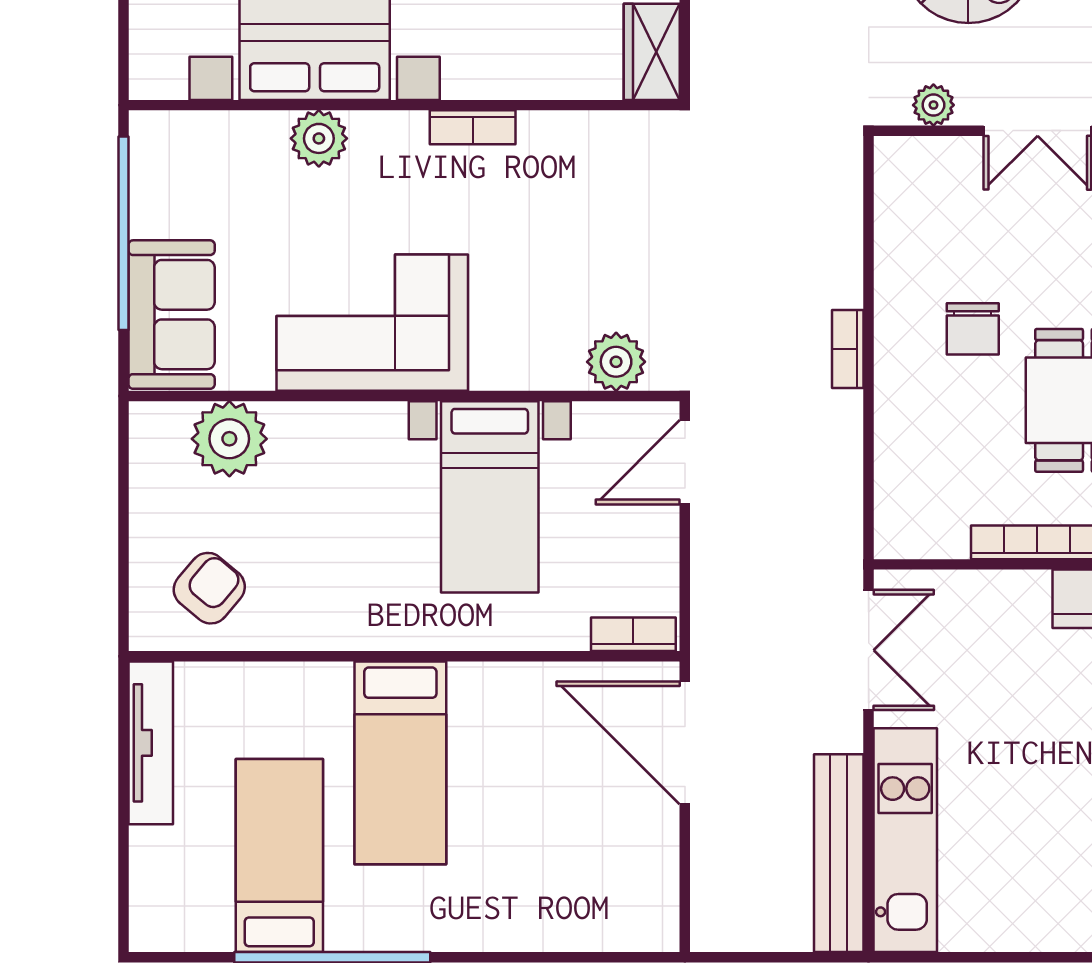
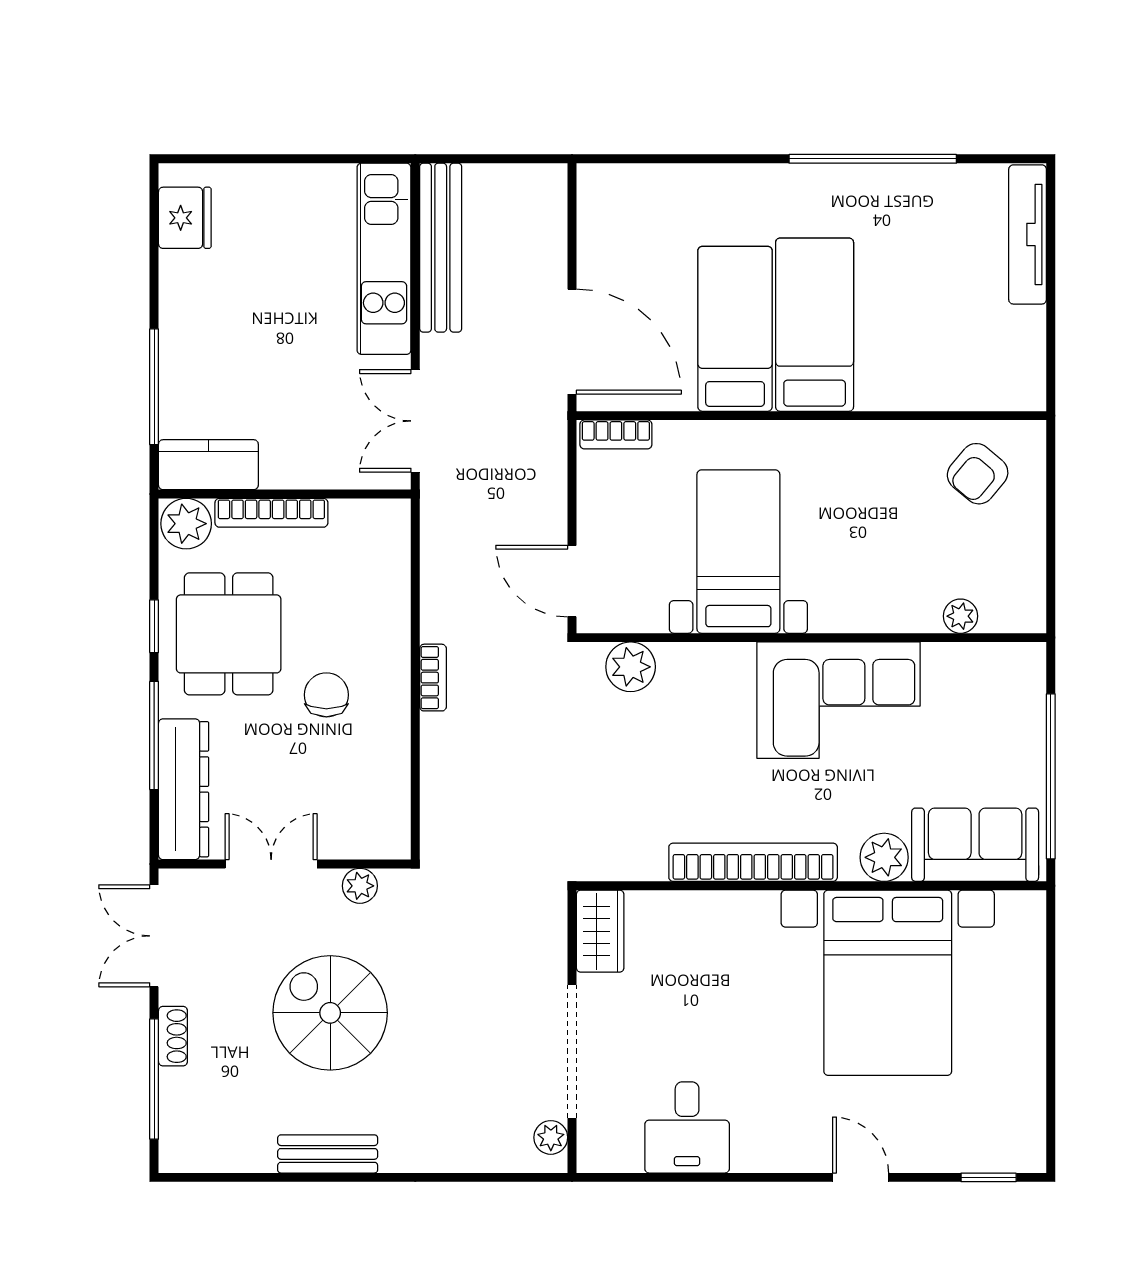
bookcase: (473, 127) -> (753, 862), width x2.31, depth x1.31
sofa: (172, 315) -> (975, 845), moved, turned 90
plant: (229, 439) -> (961, 616), width x0.53, depth x0.53
door: (685, 462) -> (572, 581), swing flipped
tv unit: (151, 743) -> (1028, 234), moved
bed: (279, 856) -> (735, 329), moved, turned 180

